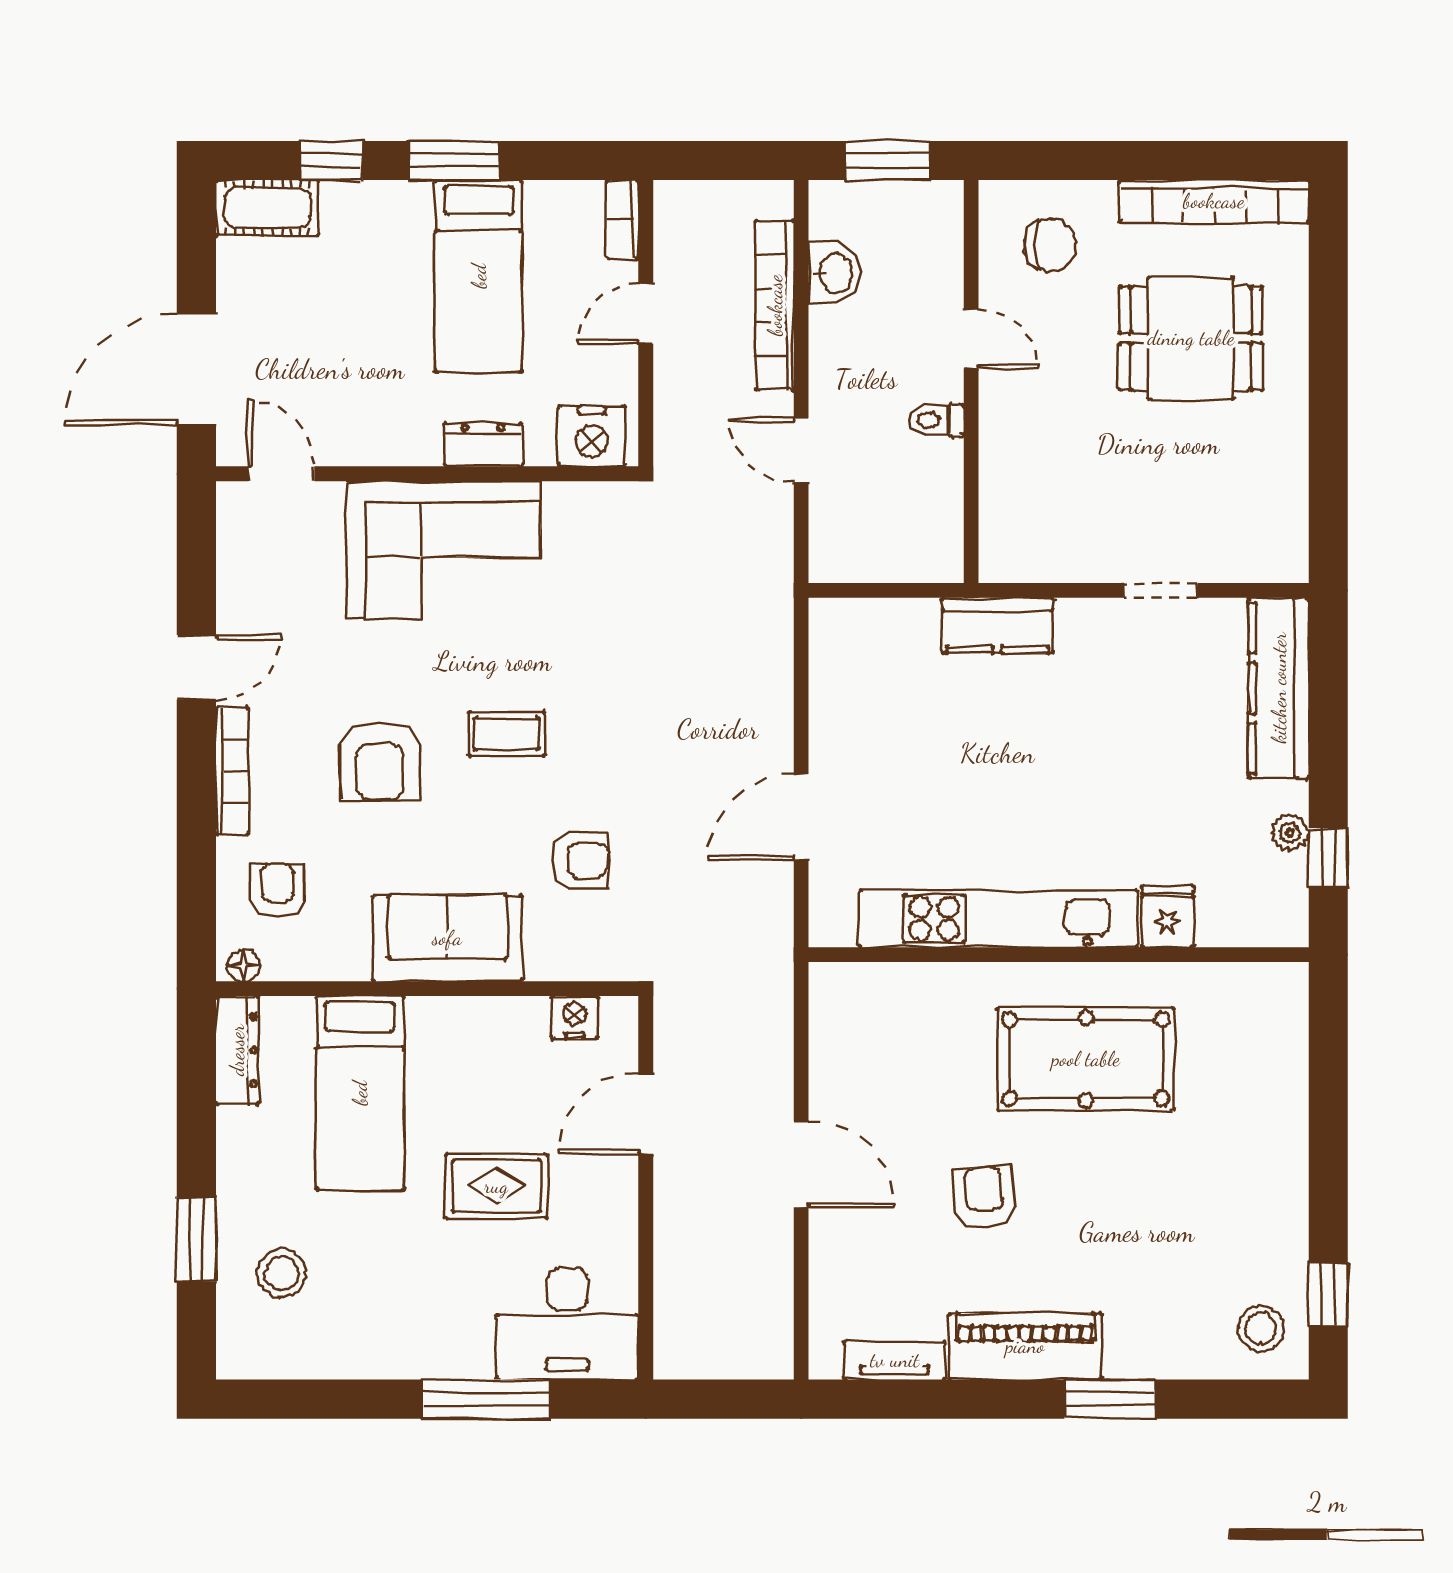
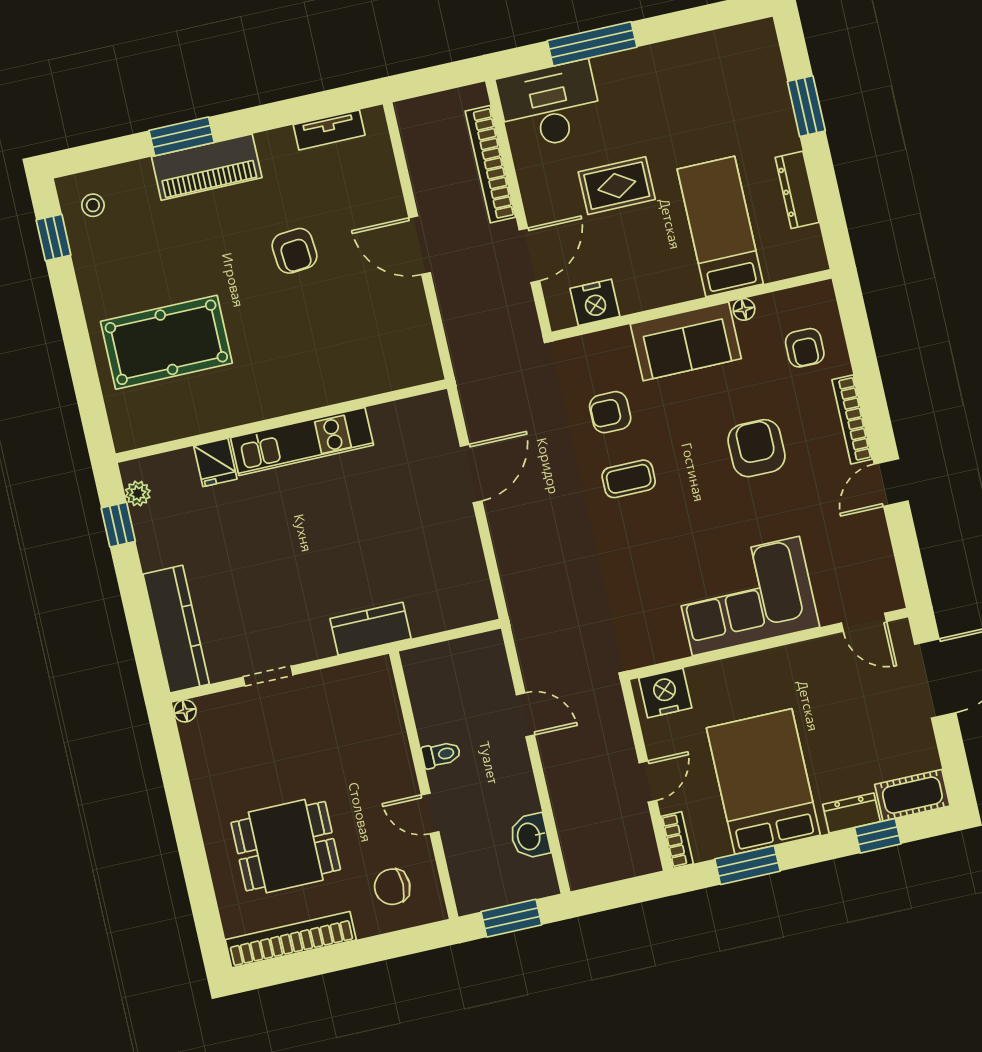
window: (454, 160) -> (747, 865), moved
bed: (479, 276) -> (763, 781), width x1.50
bookcase: (775, 305) -> (490, 164), moved, turned 180
dresser: (483, 445) -> (851, 813), moved, turned 180
floor lamp: (1292, 567) -> (185, 711), added
coffee table: (507, 734) -> (629, 479), moved
plant: (1290, 833) -> (138, 493), moved
kitchen unit: (998, 919) -> (302, 441), width x0.73
floor lamp: (244, 965) -> (744, 309), moved
nightstand: (575, 1017) -> (595, 302), width x1.36, depth x1.33
dresser: (237, 1050) -> (797, 190), moved
pool table: (1086, 1059) -> (166, 342), moved
stool: (282, 1274) -> (745, 96), removed
stool: (1261, 1328) -> (93, 205), width x0.73, depth x0.73
piano: (1025, 1346) -> (207, 167), moved

